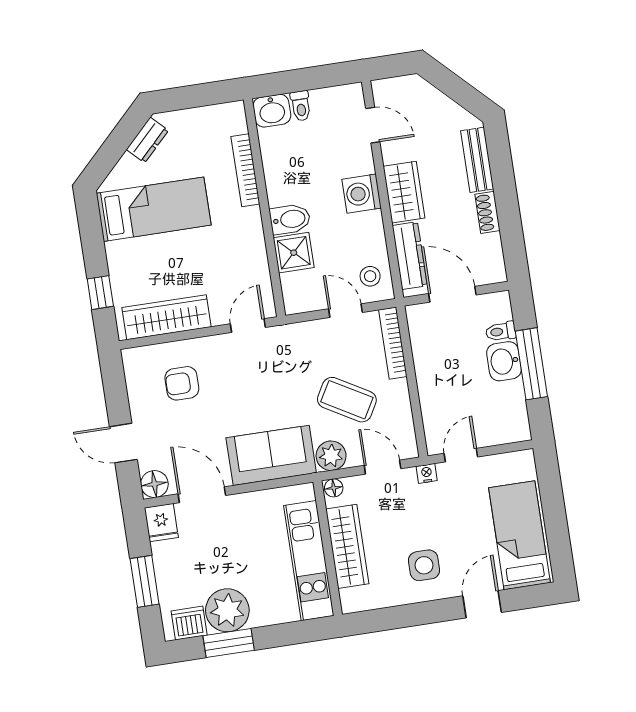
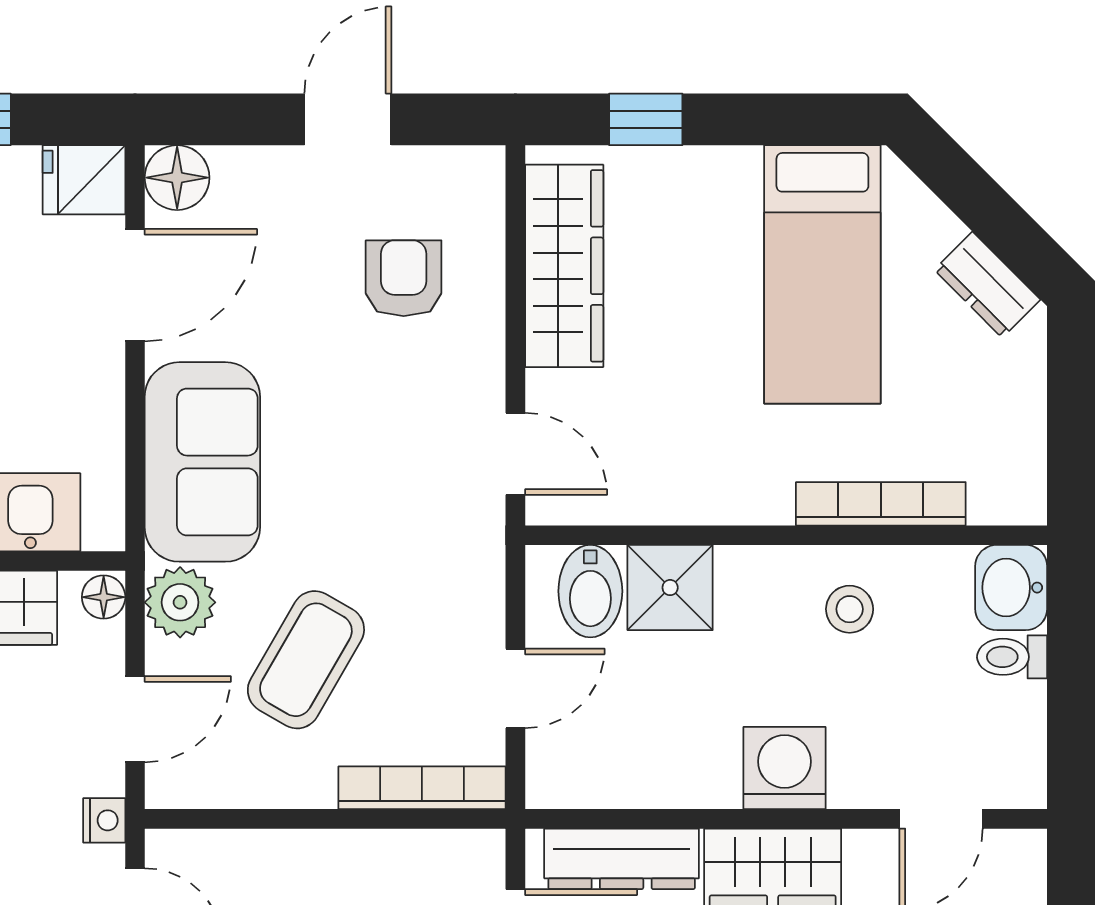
bidet: (290, 219) -> (590, 591), moved
stool: (370, 276) -> (850, 609), moved
door: (123, 443) -> (348, 119), moved

